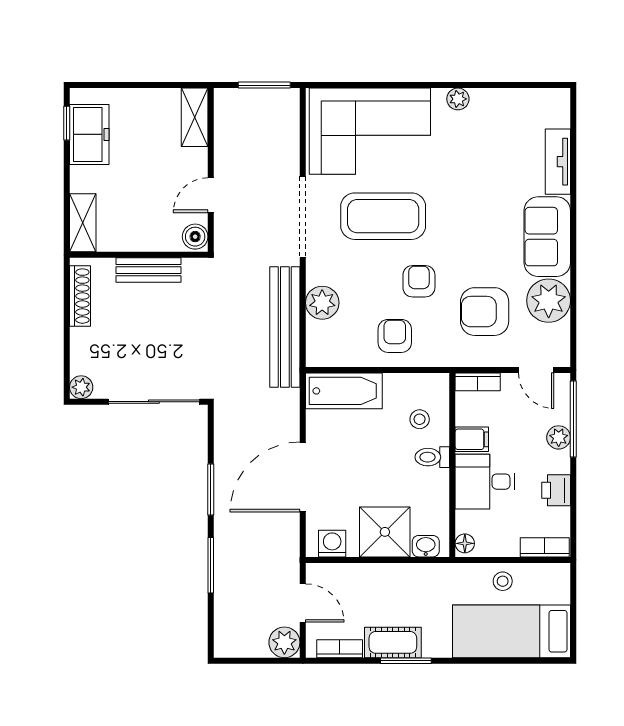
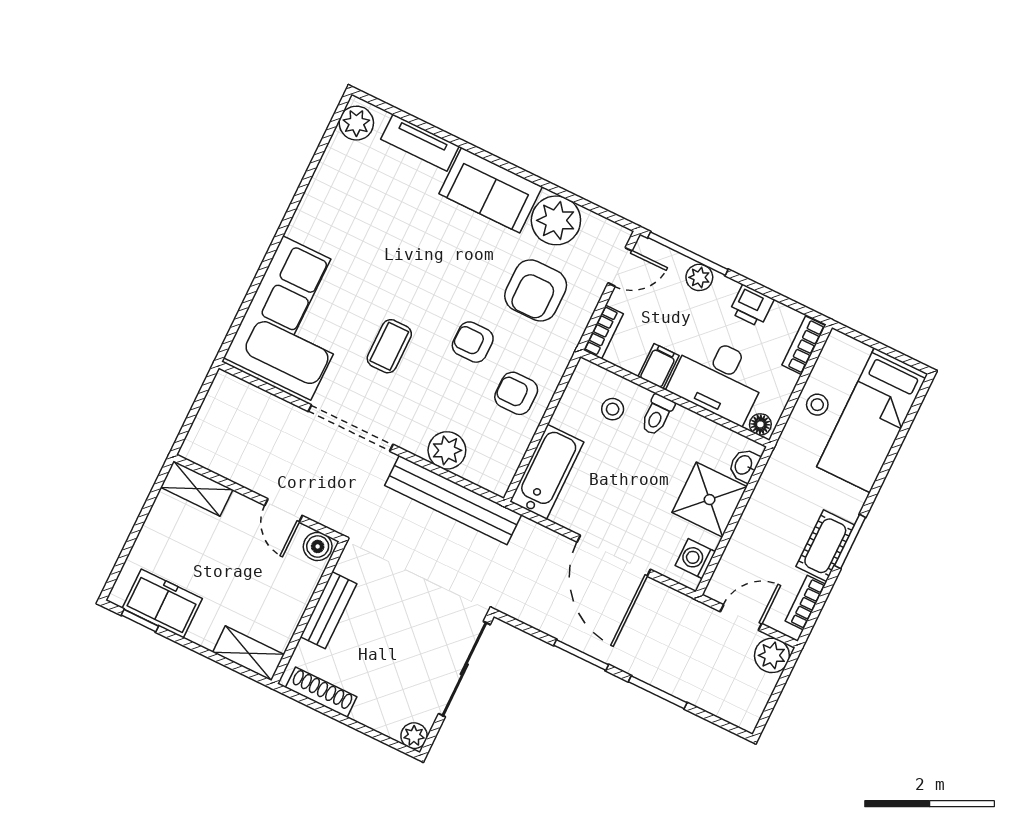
window: (264, 85) -> (198, 402), removed
plant: (458, 99) -> (356, 123), moved, width x1.38, depth x1.38
coffee table: (383, 216) -> (389, 346), width x0.54, depth x0.58
desk: (485, 482) -> (718, 379), width x1.37

